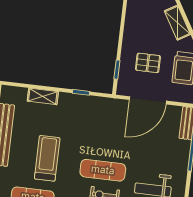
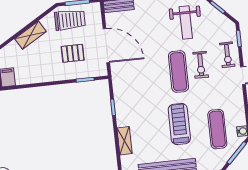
pallet: (148, 63) -> (73, 53), turned 90
treadmill: (47, 158) -> (179, 124), turned 90

